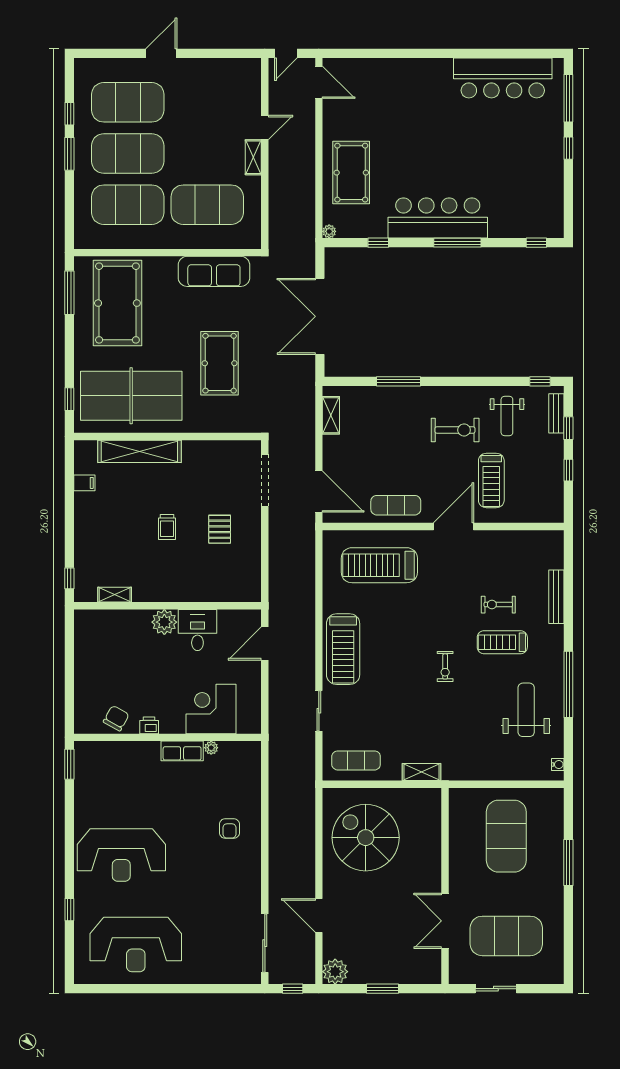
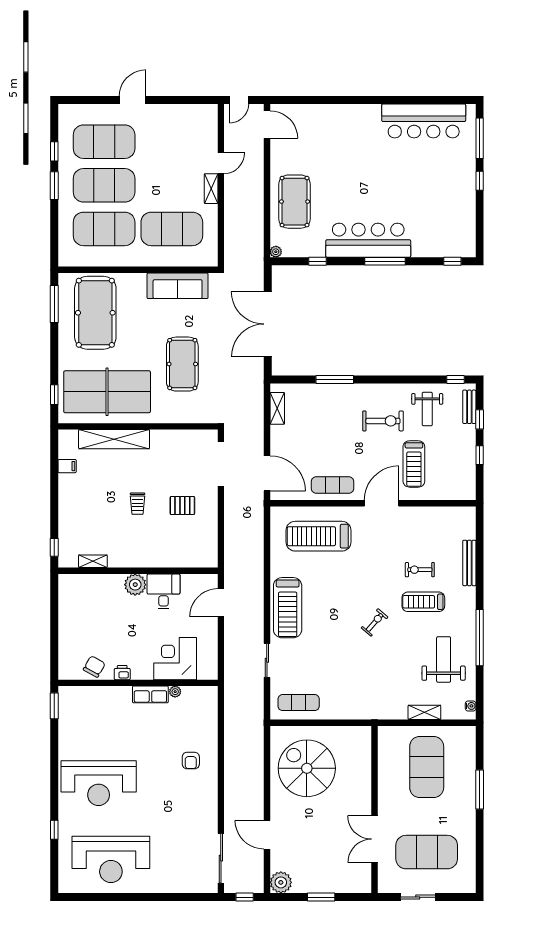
pallet: (220, 529) -> (182, 505), turned 90
exercise bike: (445, 666) -> (375, 622), turned -139
shelving: (422, 772) -> (424, 712), moved

